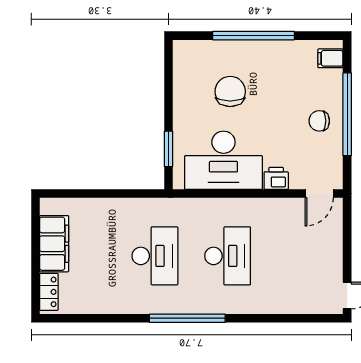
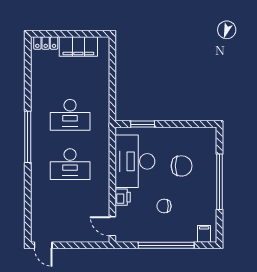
chair: (319, 121) -> (164, 206), moved, turned -90

